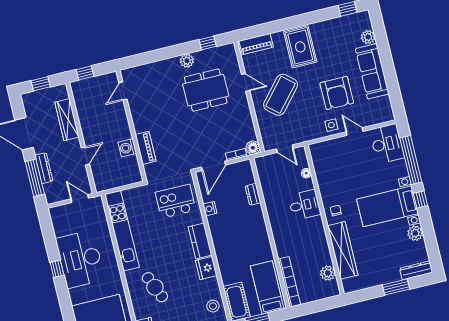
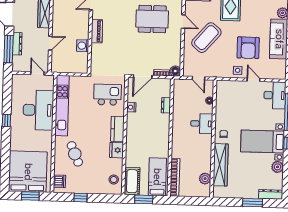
piano: (146, 148) -> (97, 31), moved
desk: (80, 259) -> (38, 110), moved, turned 180

